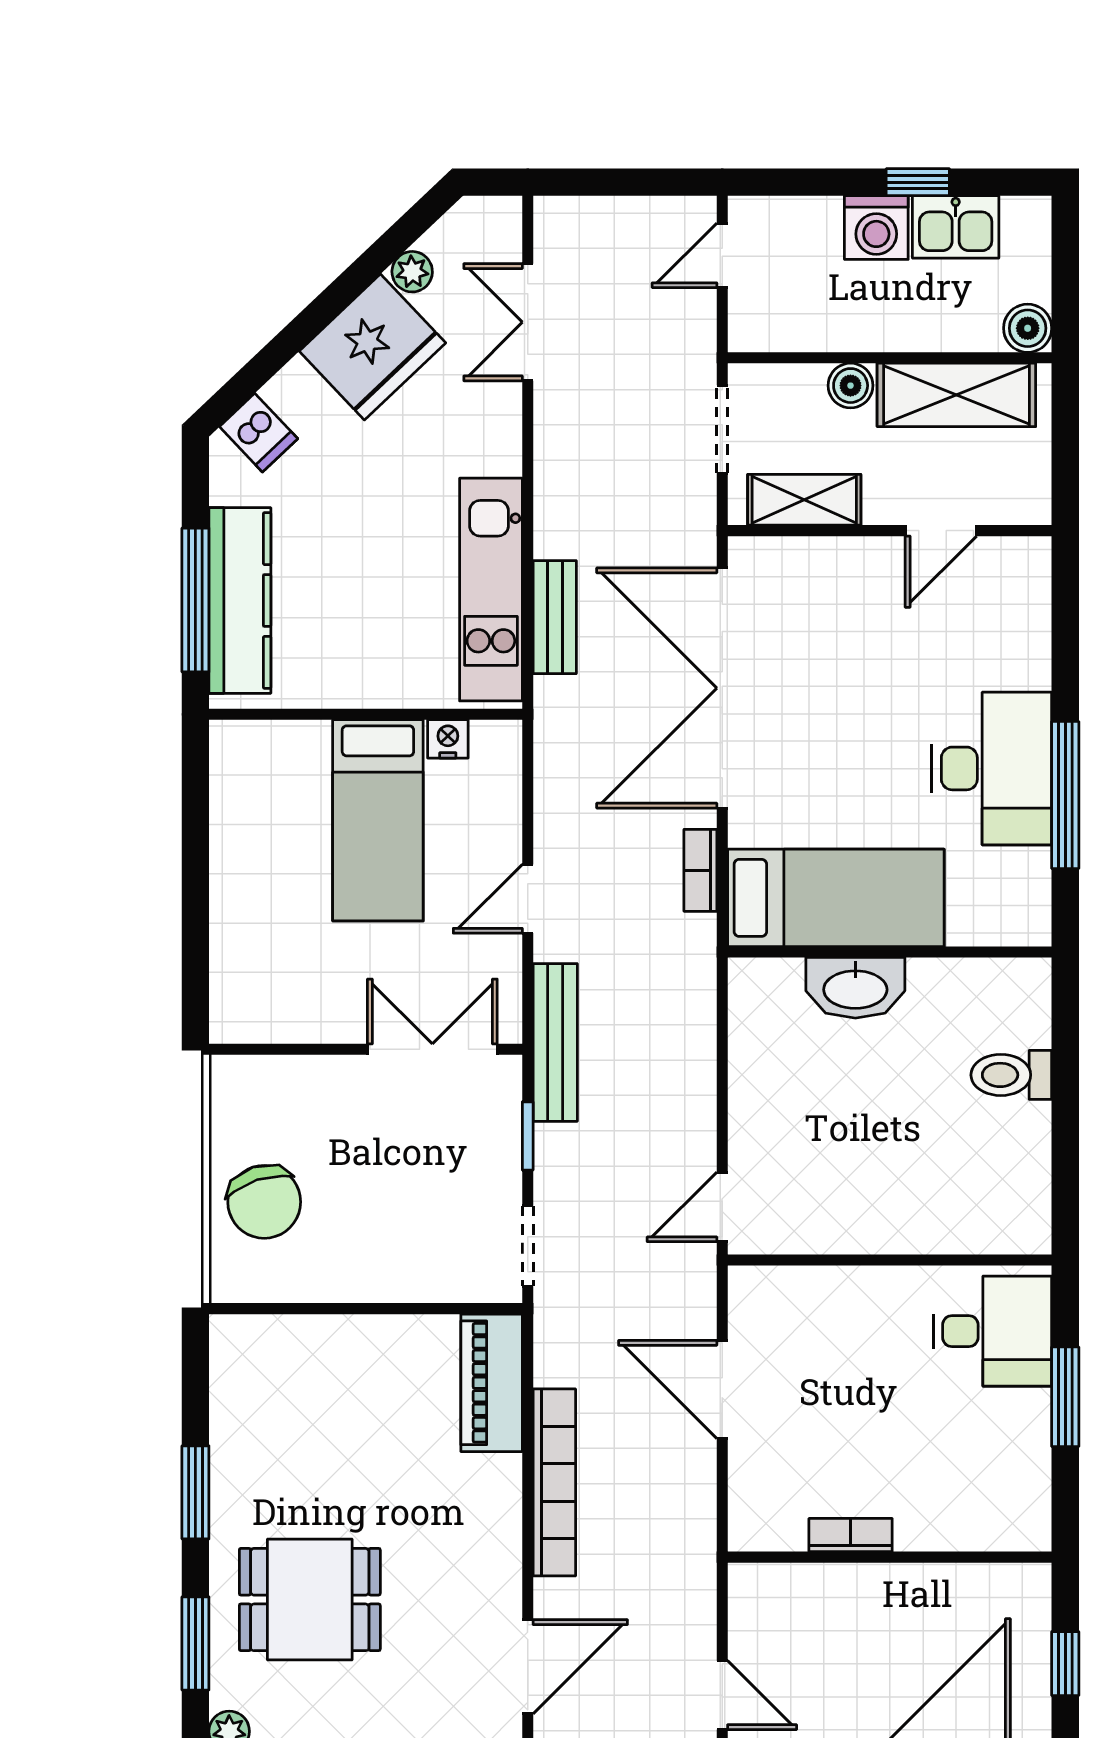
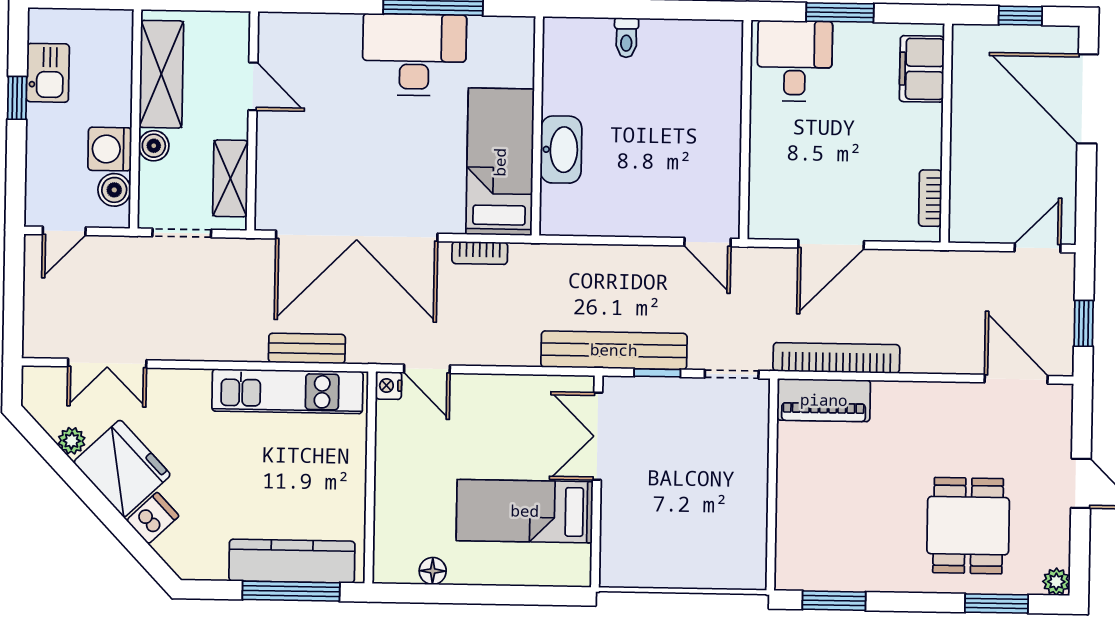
washing machine: (876, 228) -> (110, 149), moved, turned 180
door: (722, 255) -> (64, 231), hinge flipped
boiler: (1028, 328) -> (114, 190), moved
dishwasher: (259, 433) -> (153, 518), moved
nightstand: (448, 739) -> (389, 386), moved
floor lamp: (229, 809) -> (433, 571), added
bed: (378, 820) -> (525, 511), moved, turned 180
door: (528, 899) -> (427, 369), moved
bench: (555, 1042) -> (614, 350), width x1.37, depth x1.21
toilet: (1011, 1075) -> (626, 38), width x0.73, depth x0.72
chair: (264, 1202) -> (699, 552), removed
bookcase: (554, 1482) -> (836, 358), moved
window: (195, 1492) -> (834, 601), moved
filing cabinet: (984, 1519) -> (922, 69), added
bookcase: (851, 1535) -> (930, 198), moved

